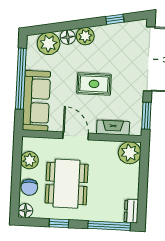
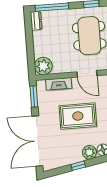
window: (115, 19) -> (78, 166), moved
rug: (94, 84) -> (78, 116), width x1.36, depth x1.43

